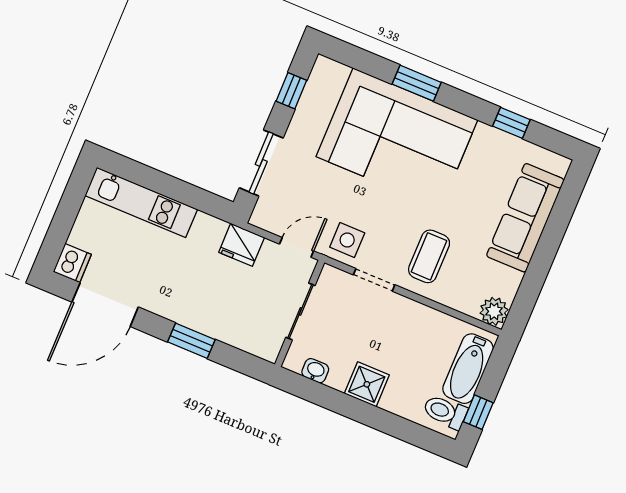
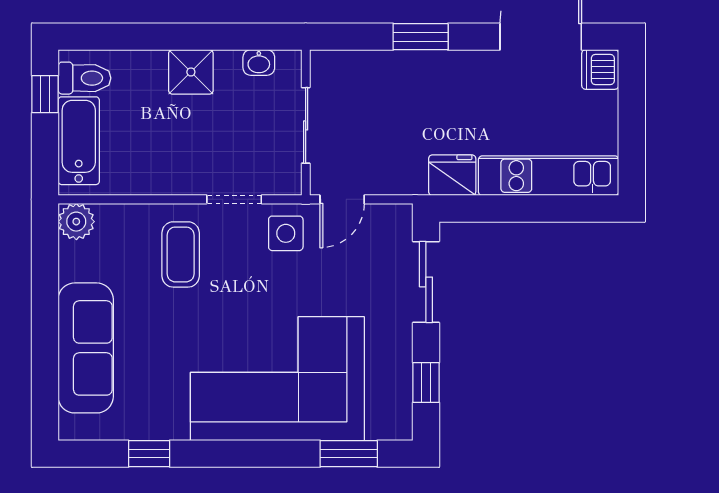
window: (417, 83) -> (349, 454), moved
fridge: (242, 245) -> (452, 175), moved

